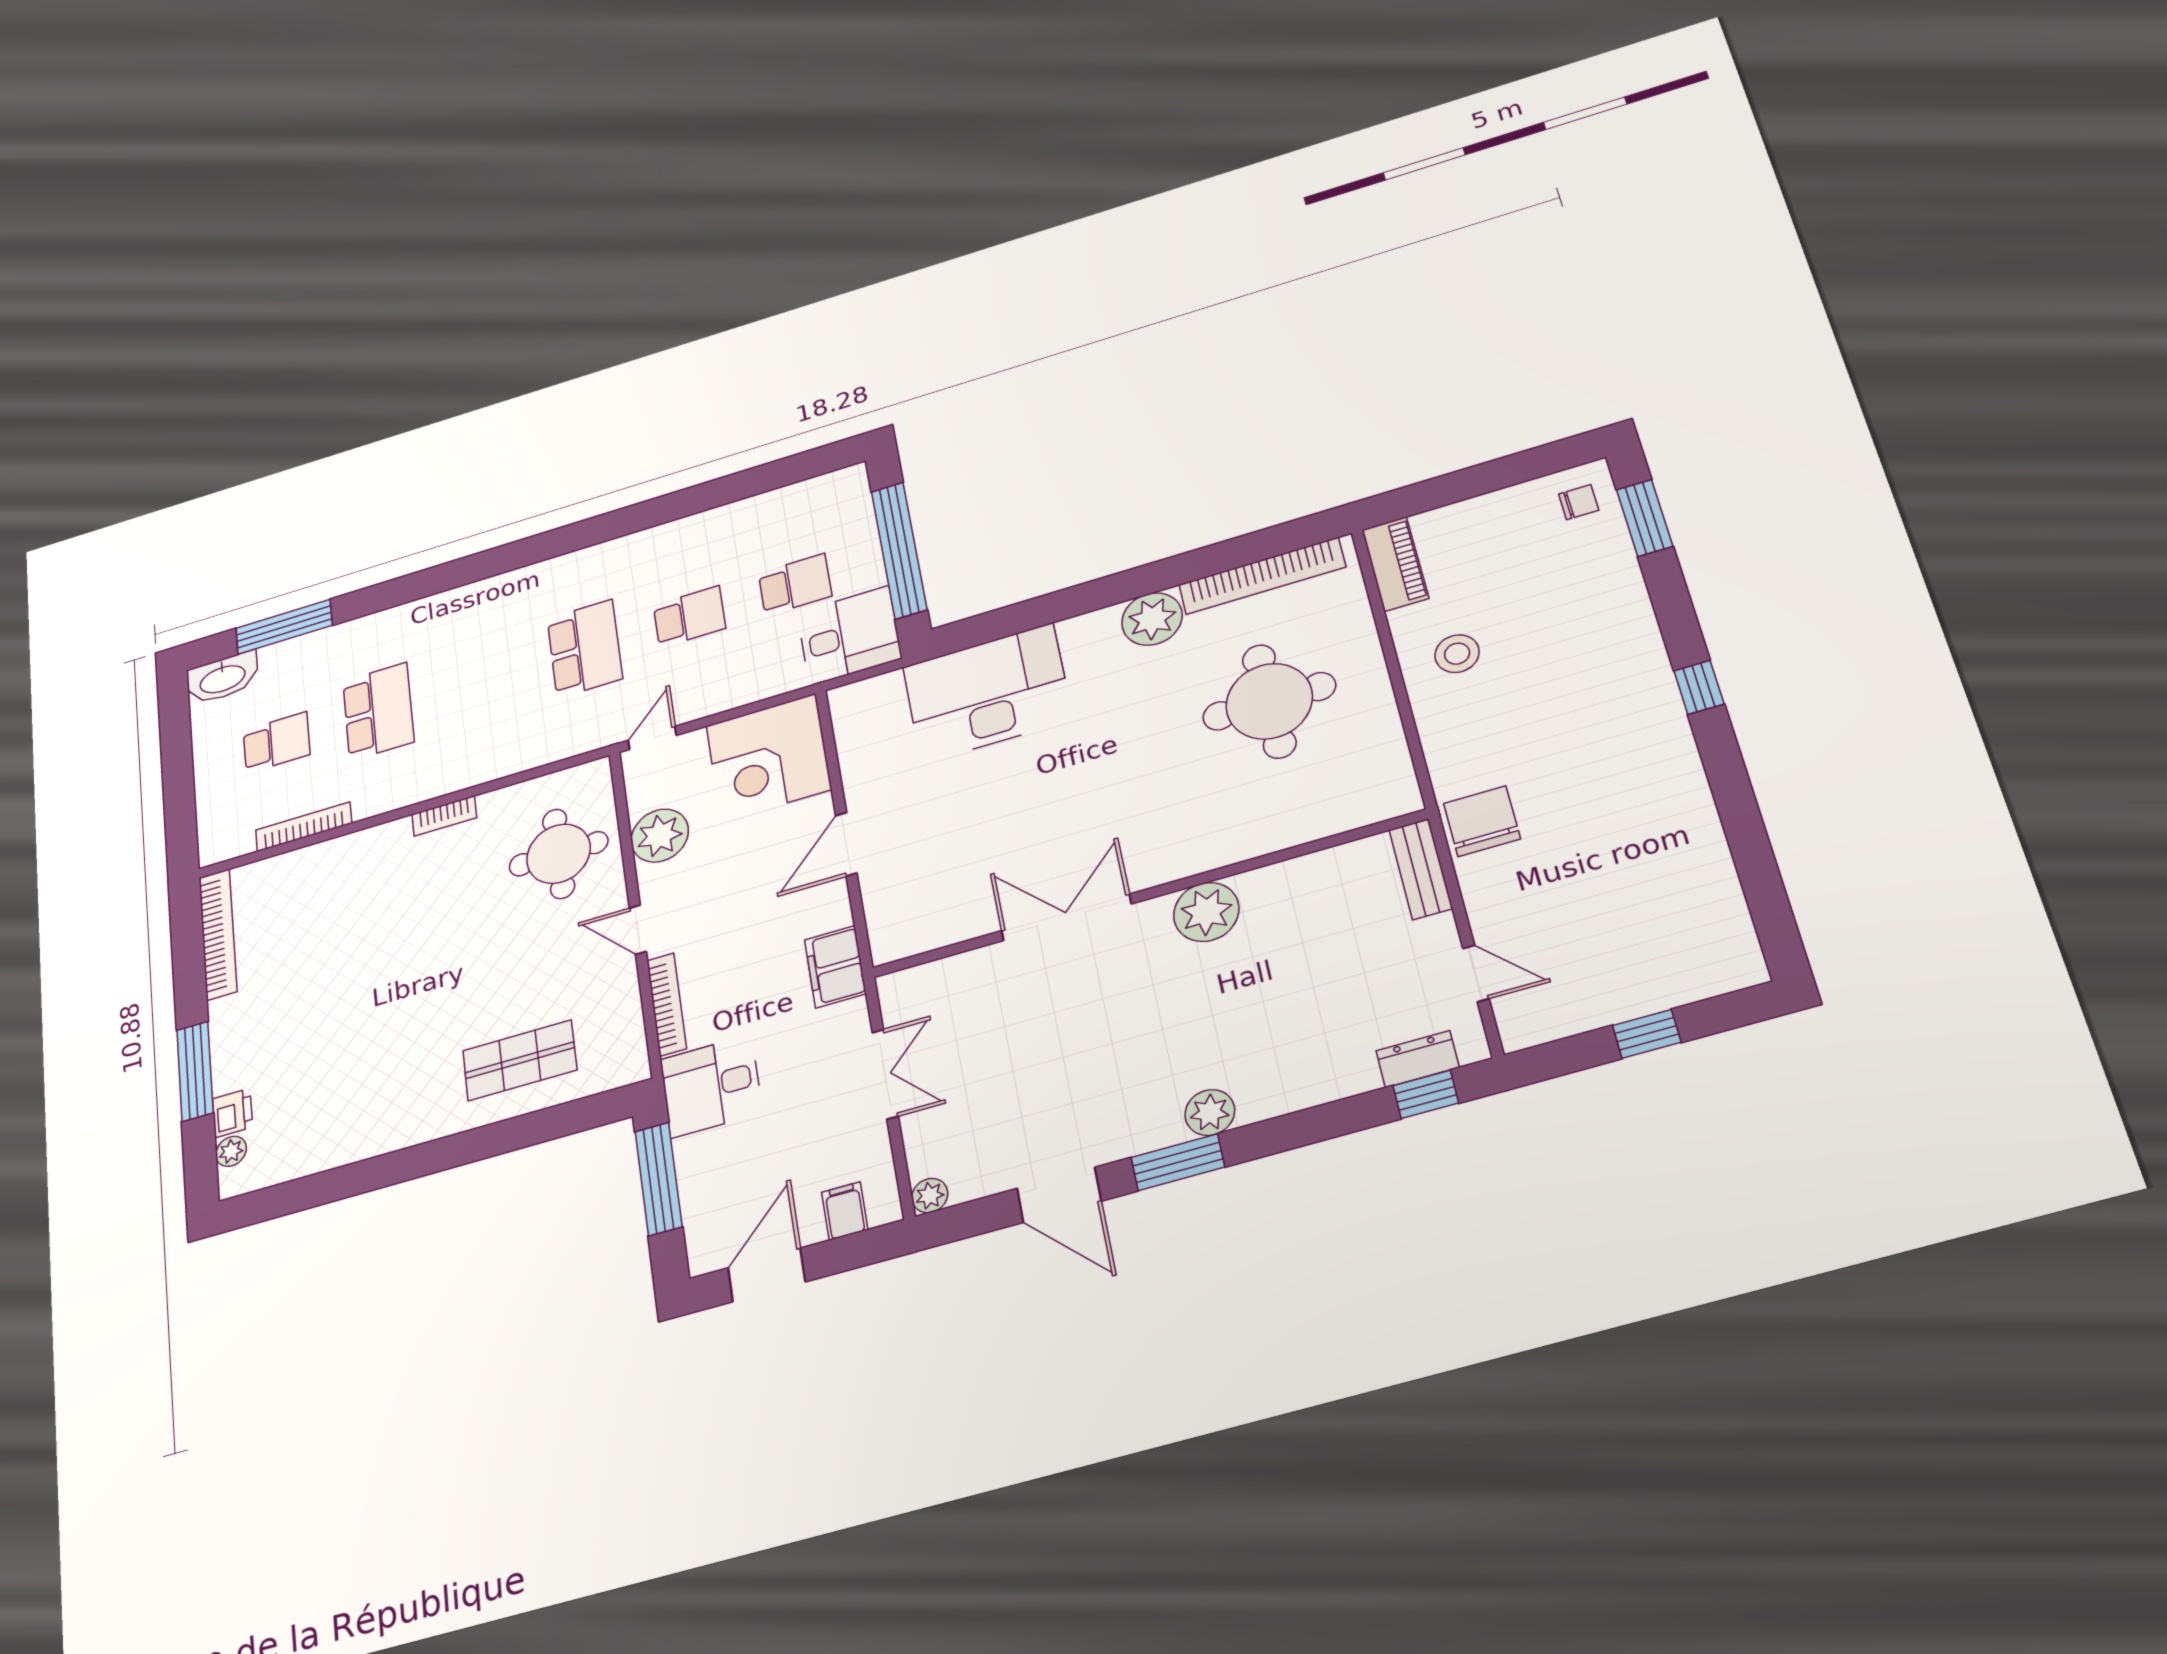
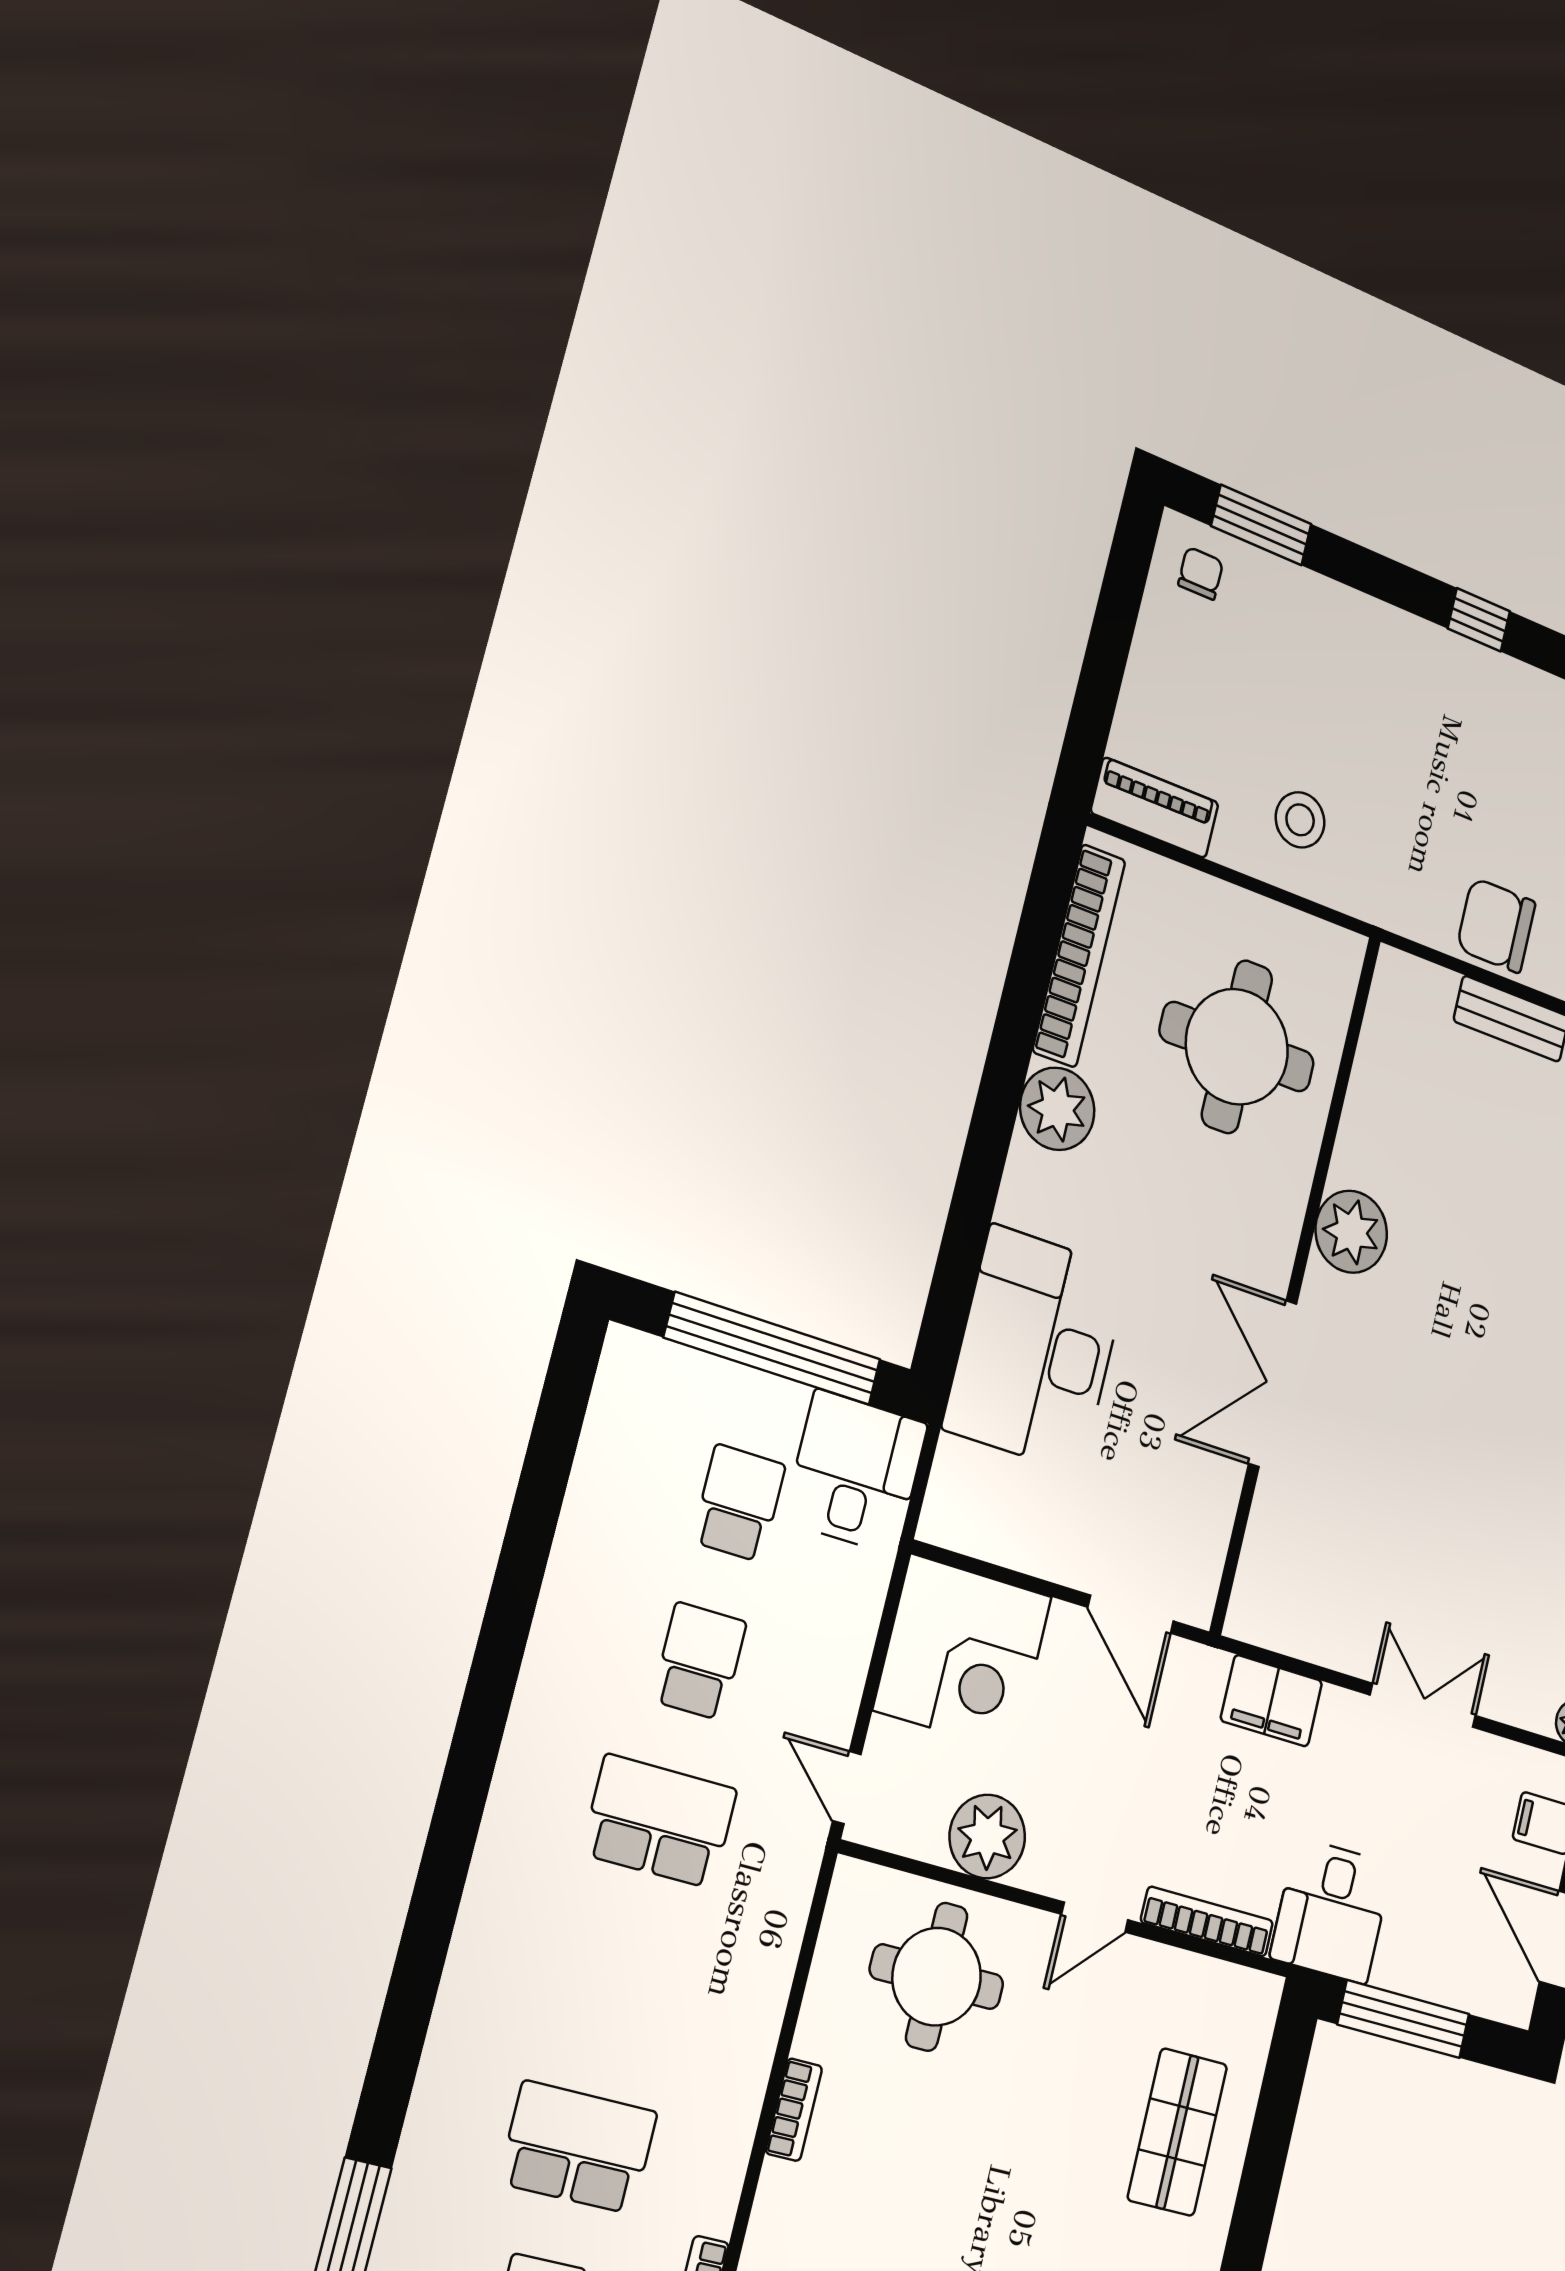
wall: (1147, 894) -> (1296, 1282), moved
plant: (1206, 912) -> (1351, 1232), moved
double door: (1066, 917) -> (1273, 1384), moved

